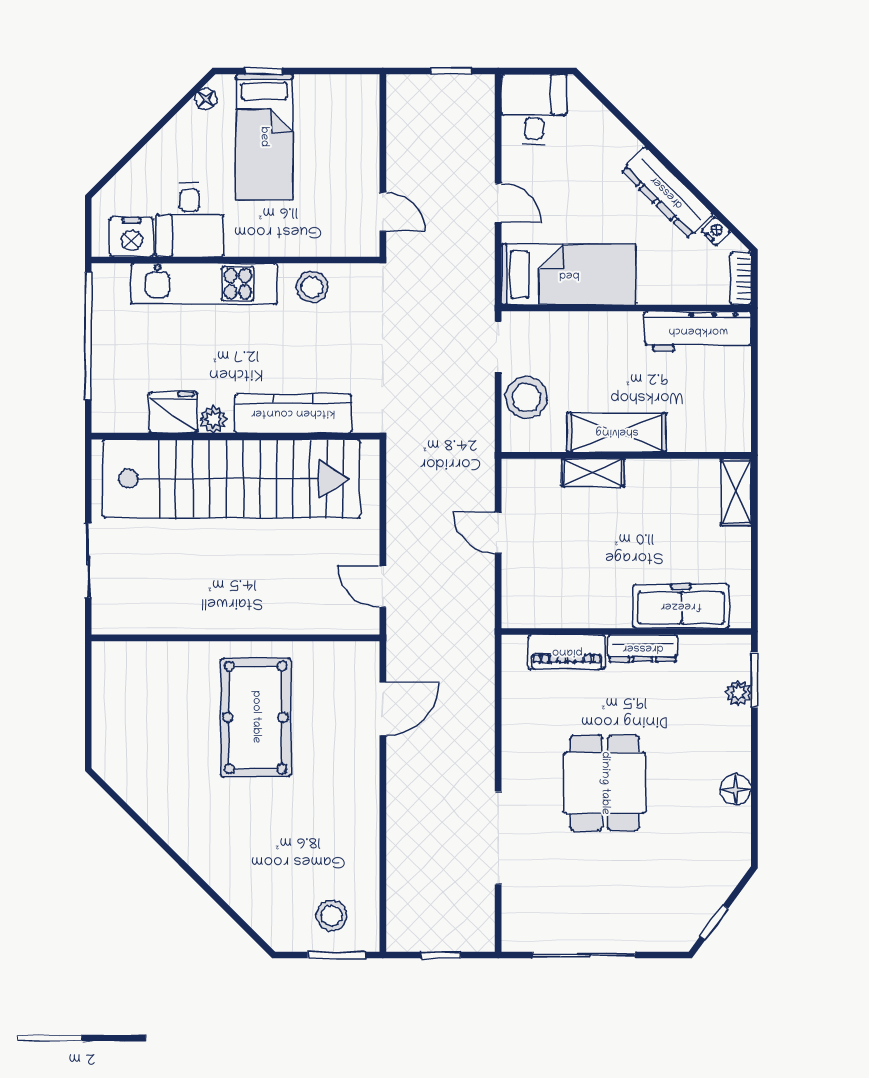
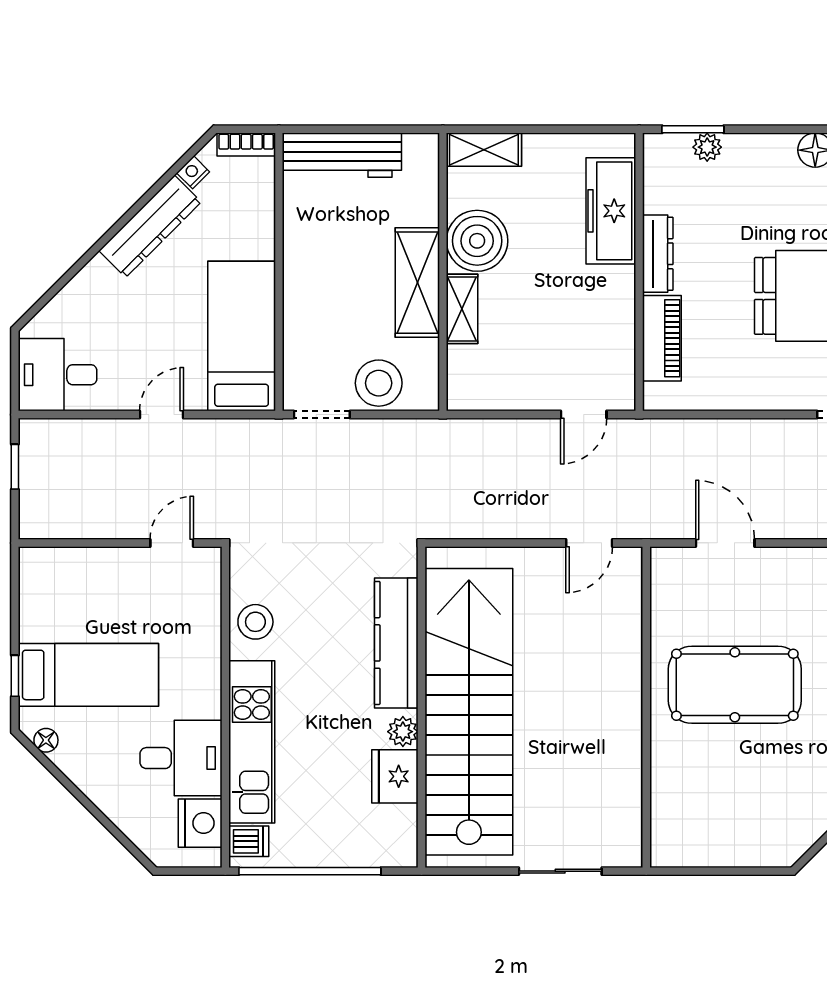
dishwasher: (115, 281) -> (249, 841), added
workbench: (698, 331) -> (342, 155), moved, turned 90
boiler: (654, 486) -> (477, 241), added
door: (498, 533) -> (584, 415), moved

